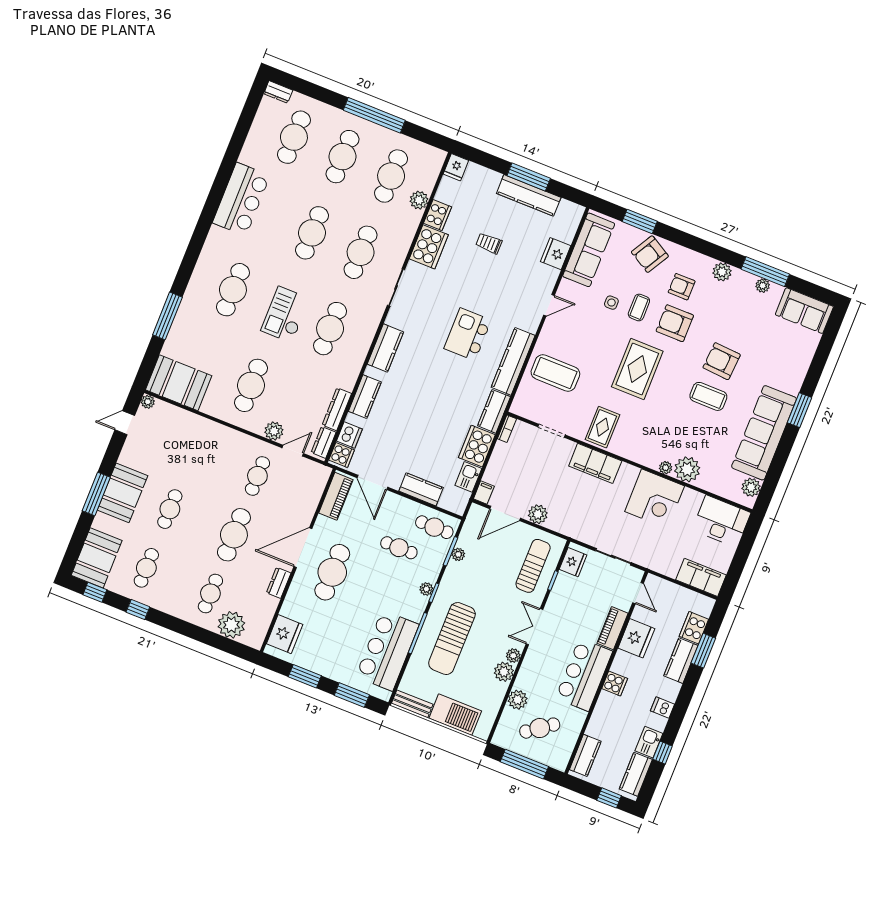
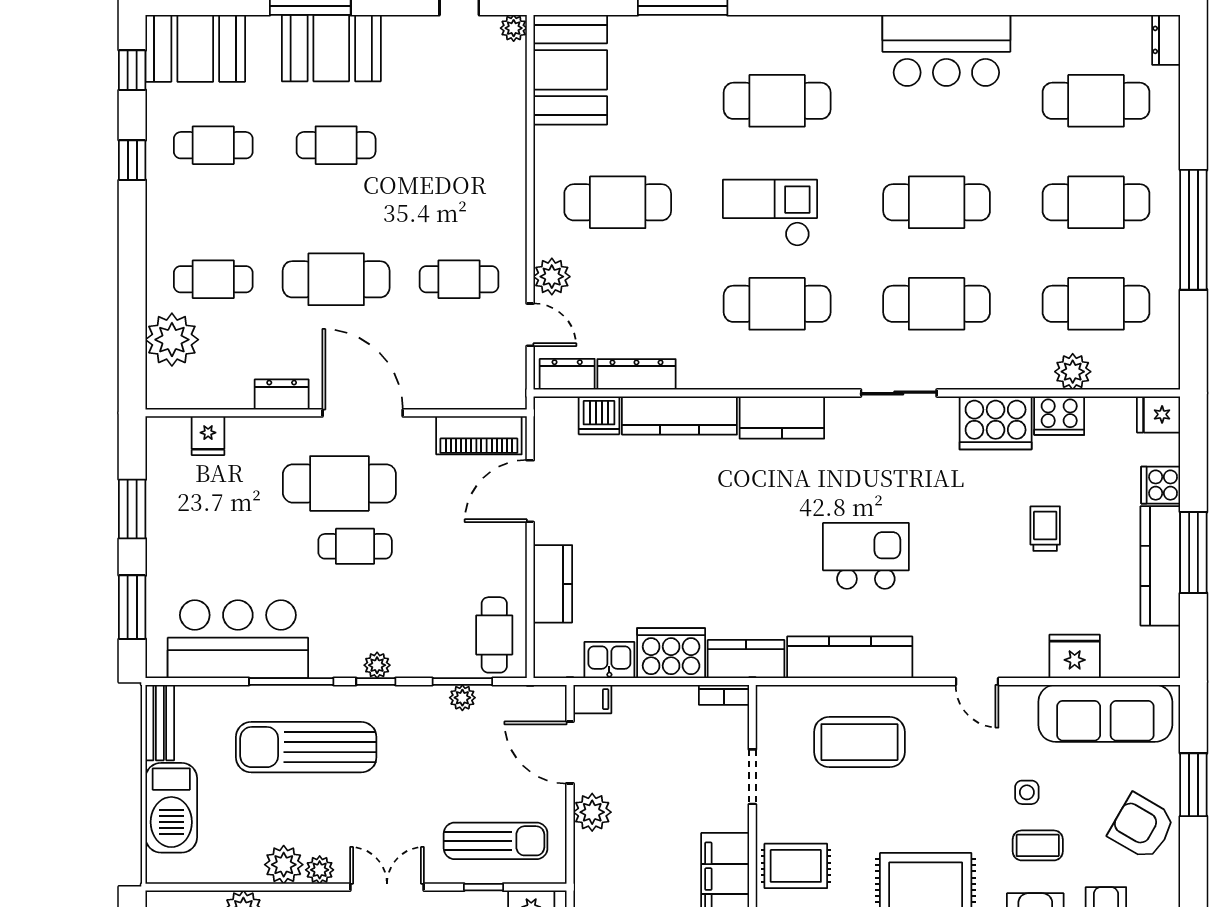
coffee table: (555, 373) -> (859, 742), turned 90
kitchen counter: (365, 397) -> (679, 415), width x1.50
cooker: (342, 455) -> (1161, 485), moved, turned 90
cafe table: (399, 548) -> (355, 546), moved, turned 90
fridge: (285, 634) -> (208, 436), width x0.53, depth x0.75

